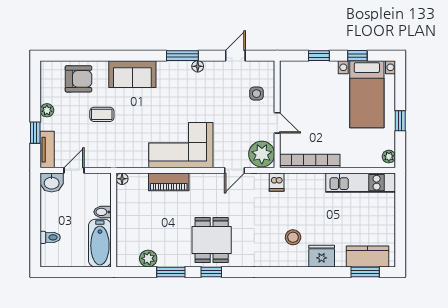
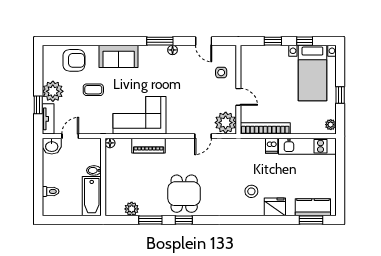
door: (235, 56) -> (204, 41), swing flipped
plant: (47, 110) -> (53, 91), width x1.87, depth x1.87
corner sofa: (181, 145) -> (140, 115), moved
dishwasher: (277, 182) -> (272, 146), moved

